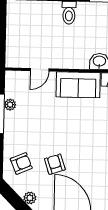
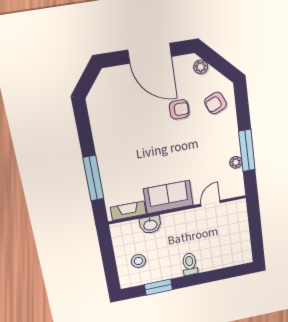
armchair: (55, 164) -> (179, 109), turned -72

